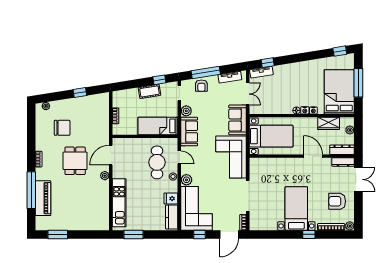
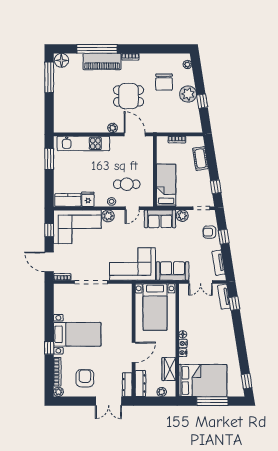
window: (206, 72) -> (224, 237), width x0.46
cot: (149, 91) -> (200, 158), moved
plant: (73, 106) -> (188, 94), added
cafe table: (157, 162) -> (127, 184), width x0.73, depth x0.74
piano: (43, 198) -> (102, 62), moved
floor lamp: (42, 223) -> (61, 60), added
window: (58, 234) -> (49, 77), width x1.44

